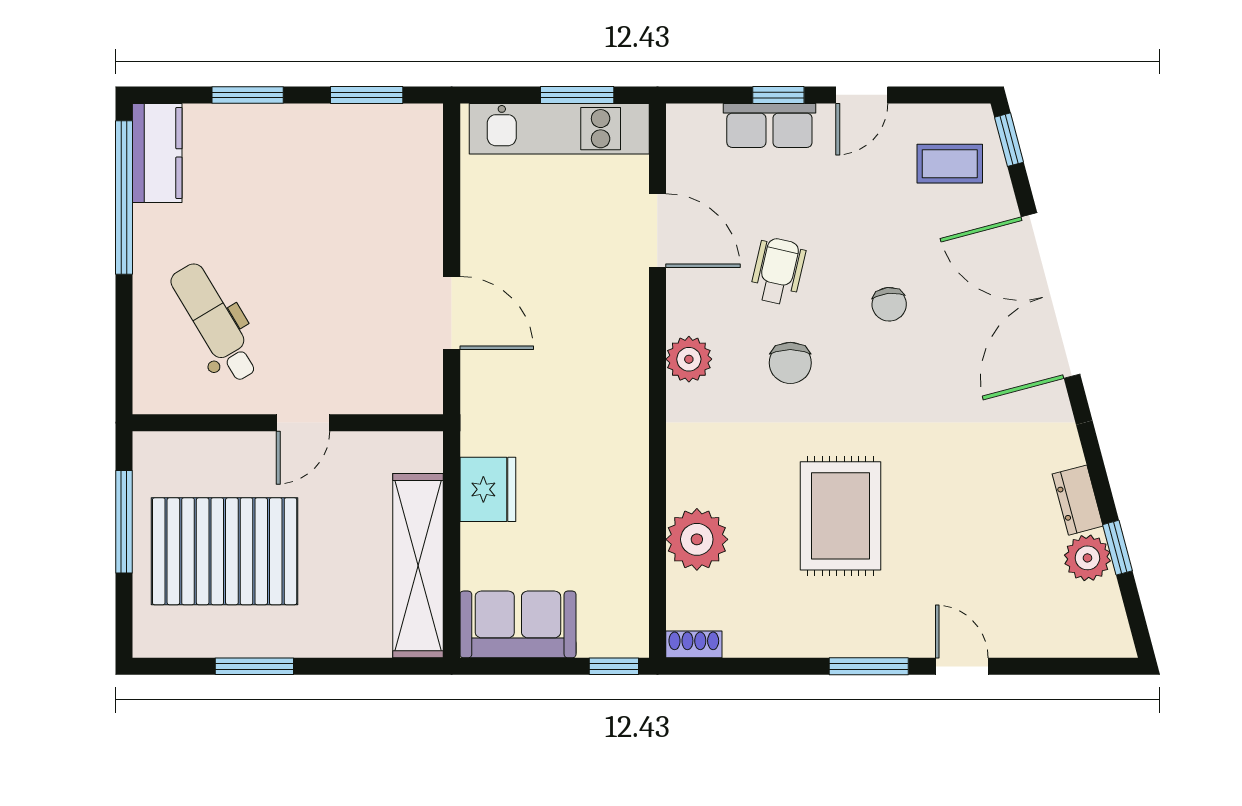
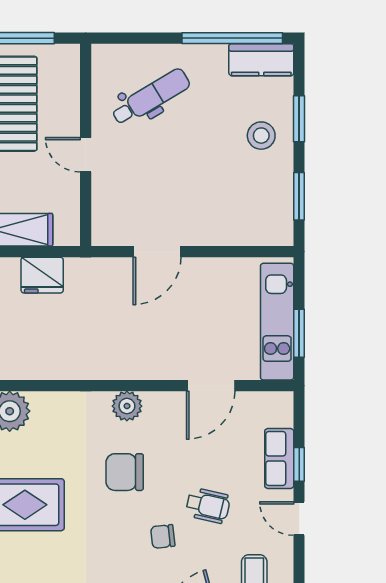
stool: (274, 153) -> (261, 136), added
wheelchair: (778, 271) -> (208, 506), moved
chair: (790, 363) -> (125, 472), width x1.37, depth x1.37

